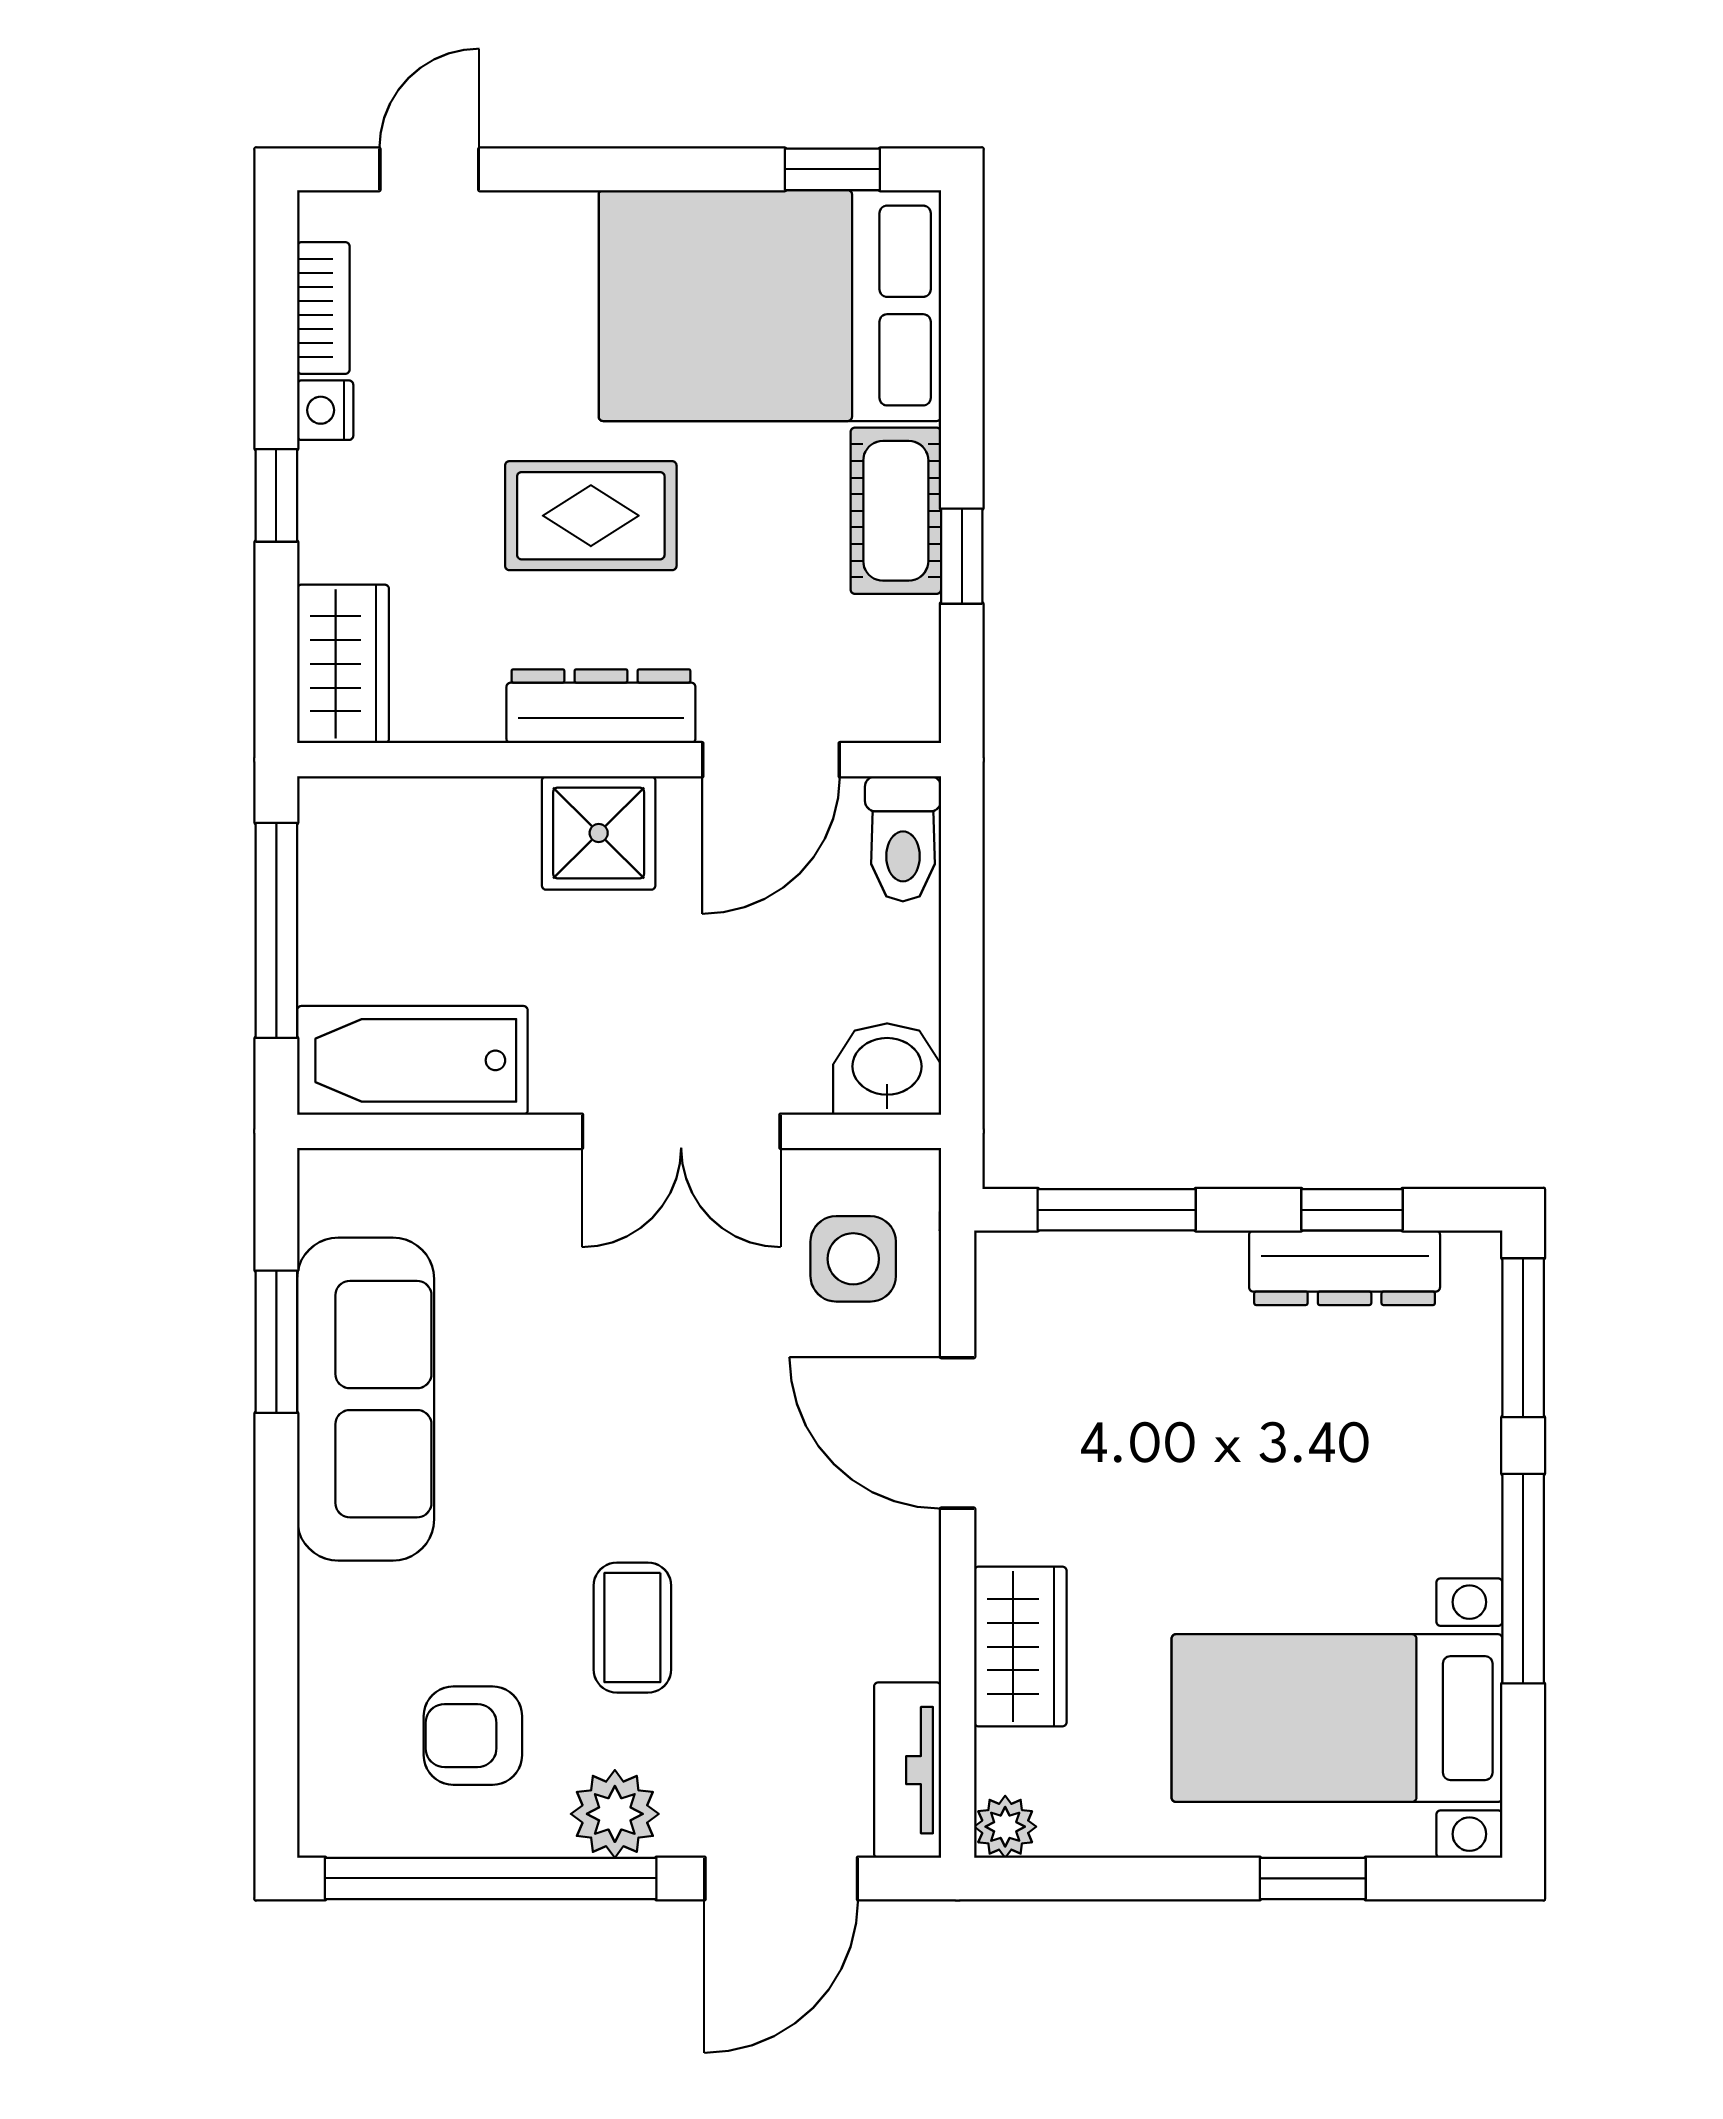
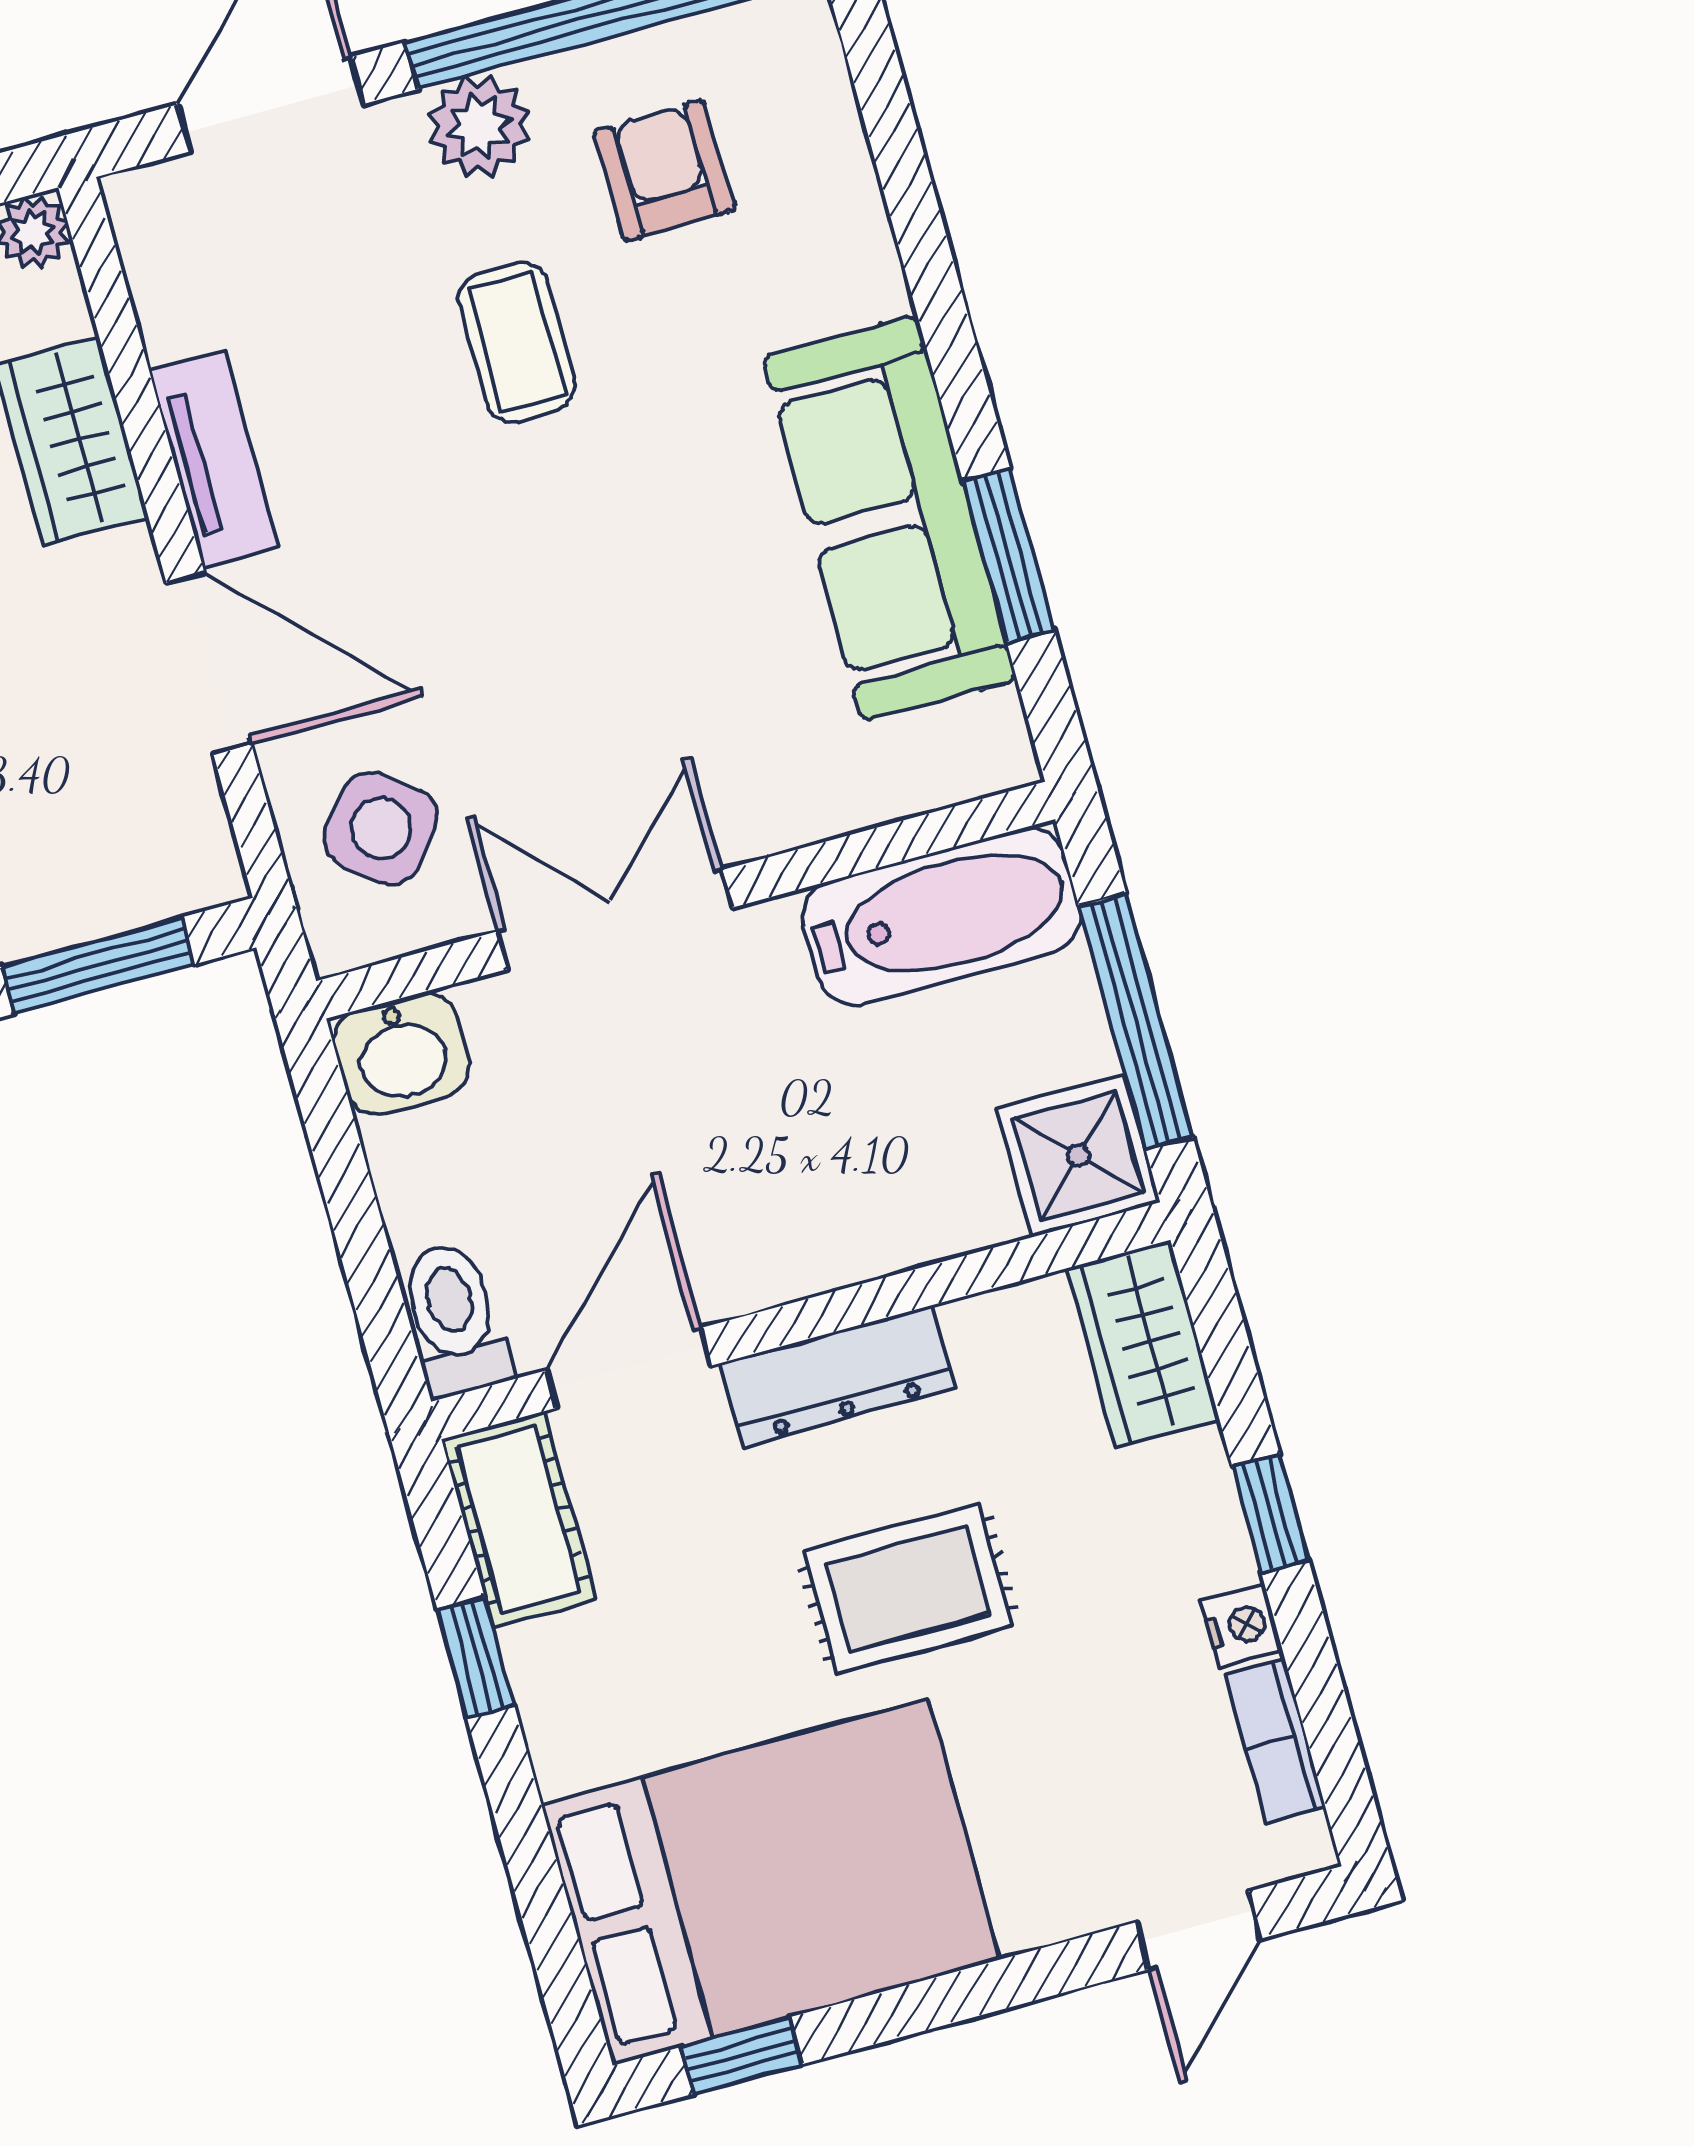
cot: (896, 511) -> (518, 1519), moved
shower: (599, 833) -> (1078, 1156), moved
side table: (853, 1259) -> (381, 828), turned 38
armchair: (473, 1736) -> (664, 171), turned -91
tv unit: (908, 1770) -> (214, 459), moved

